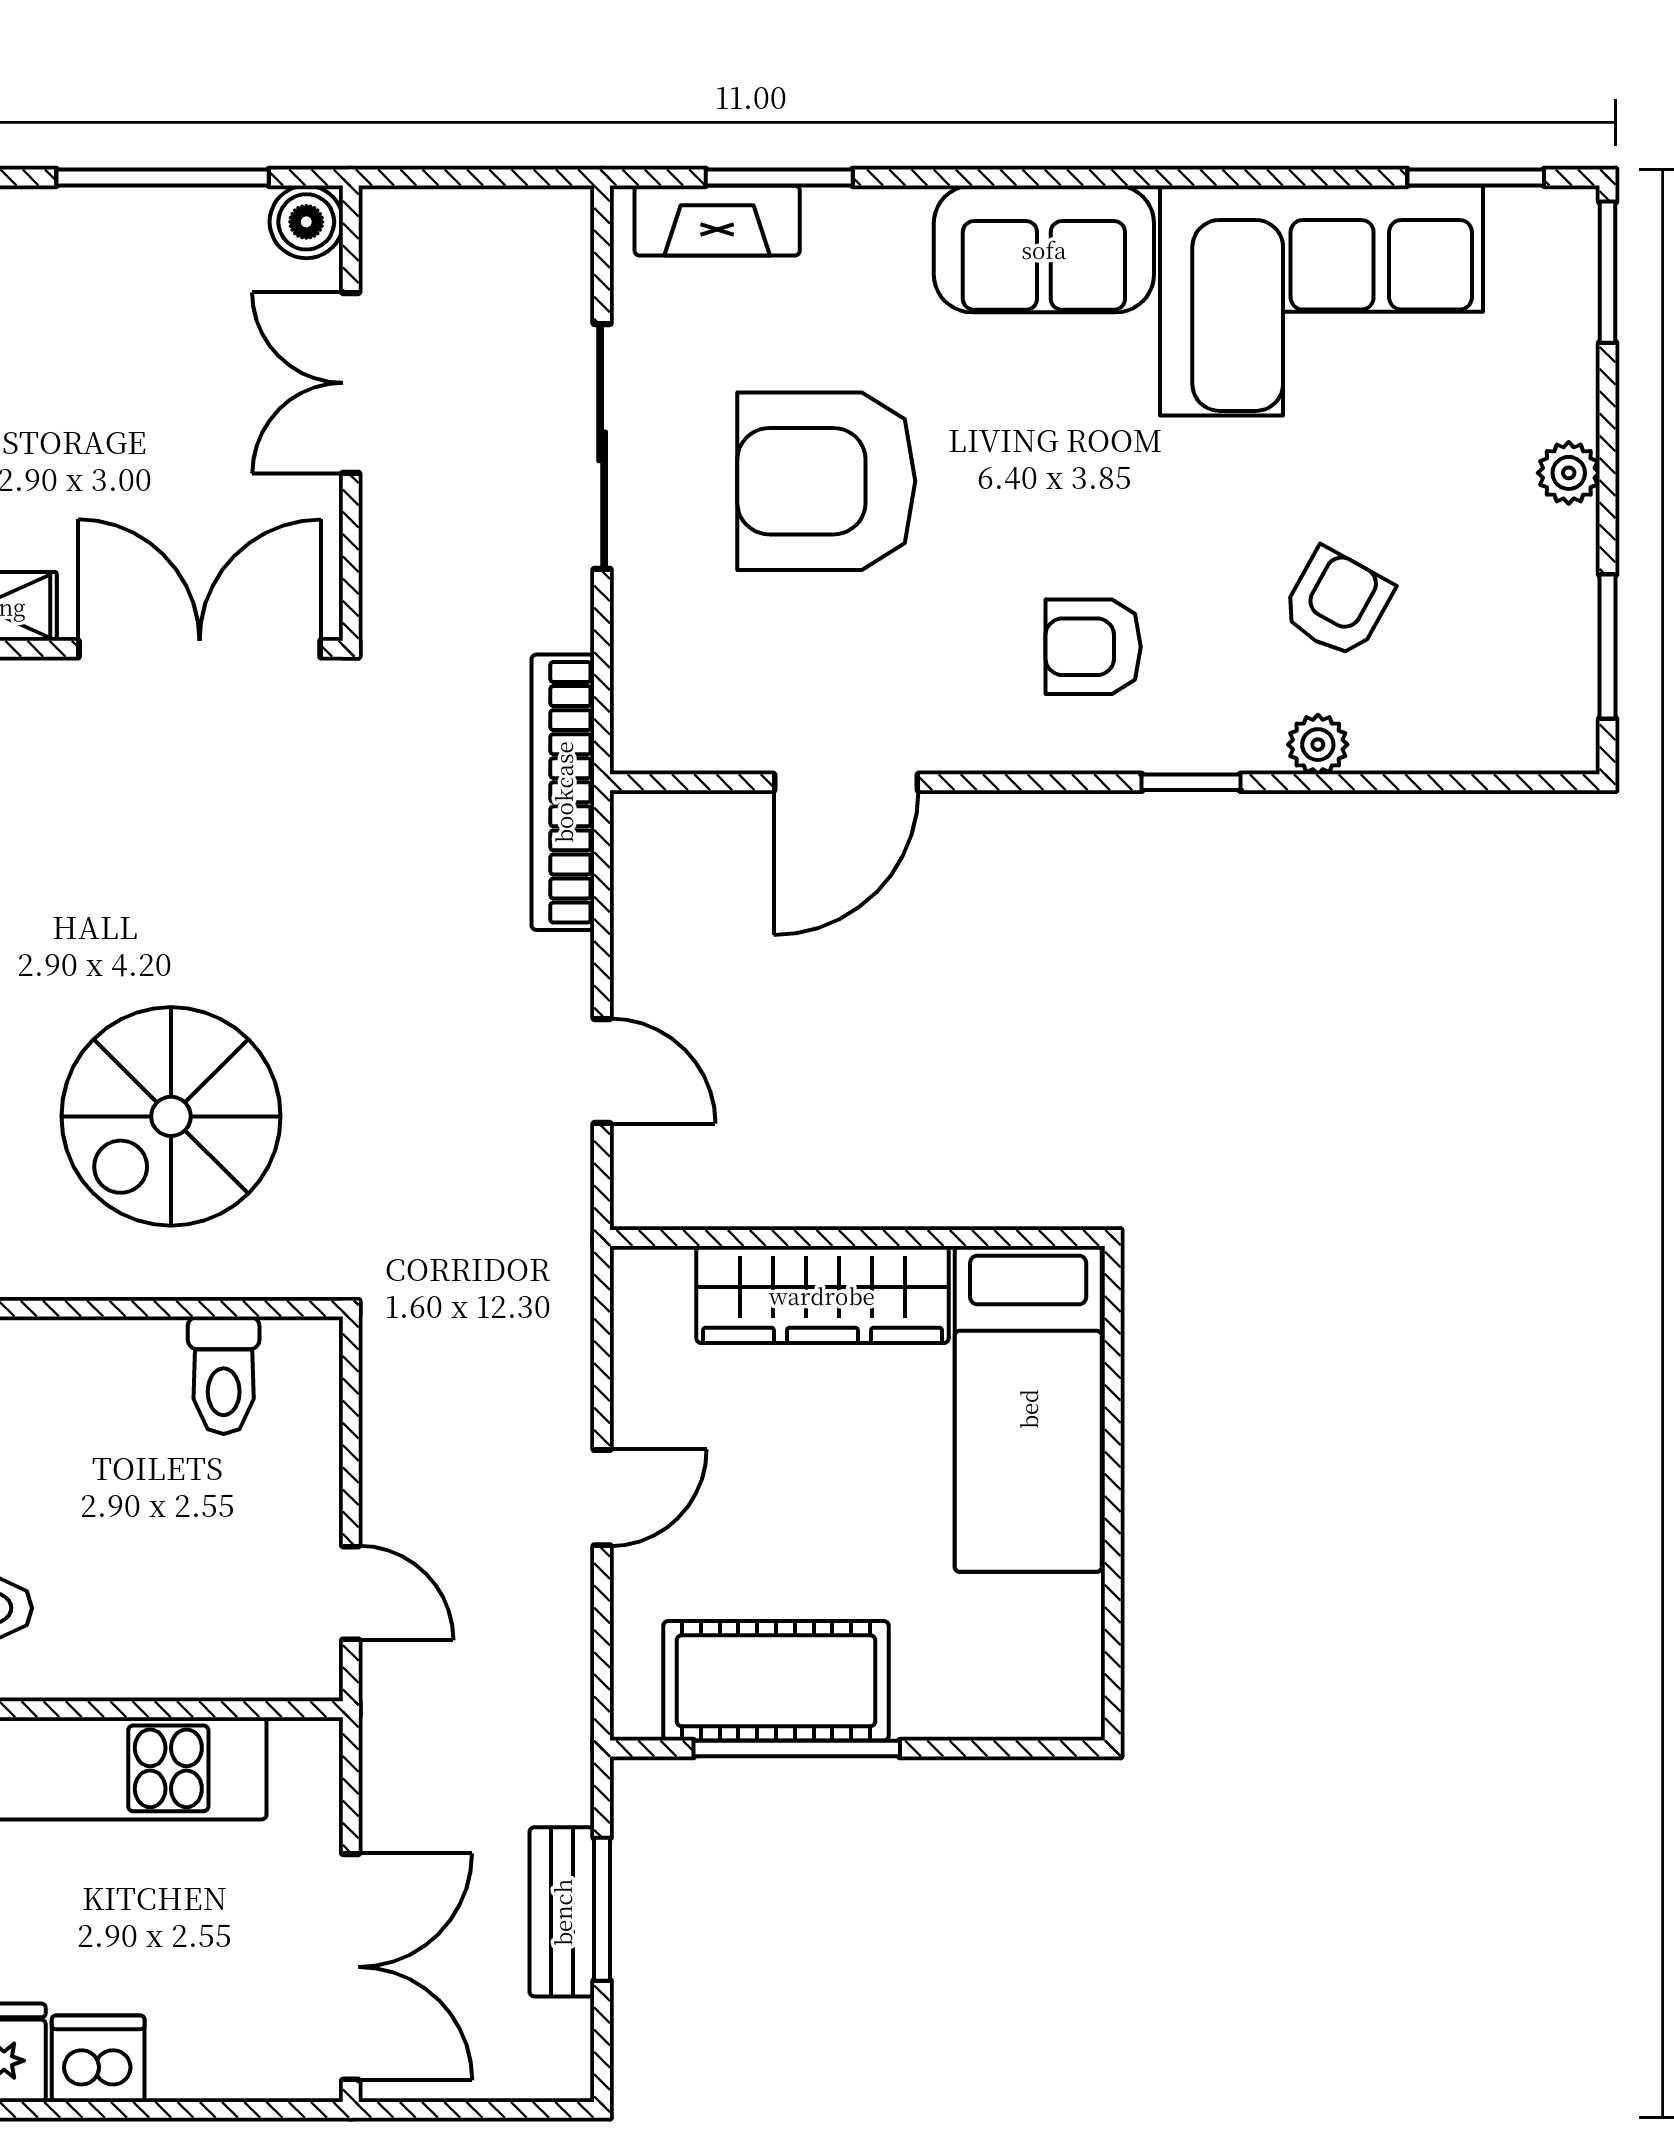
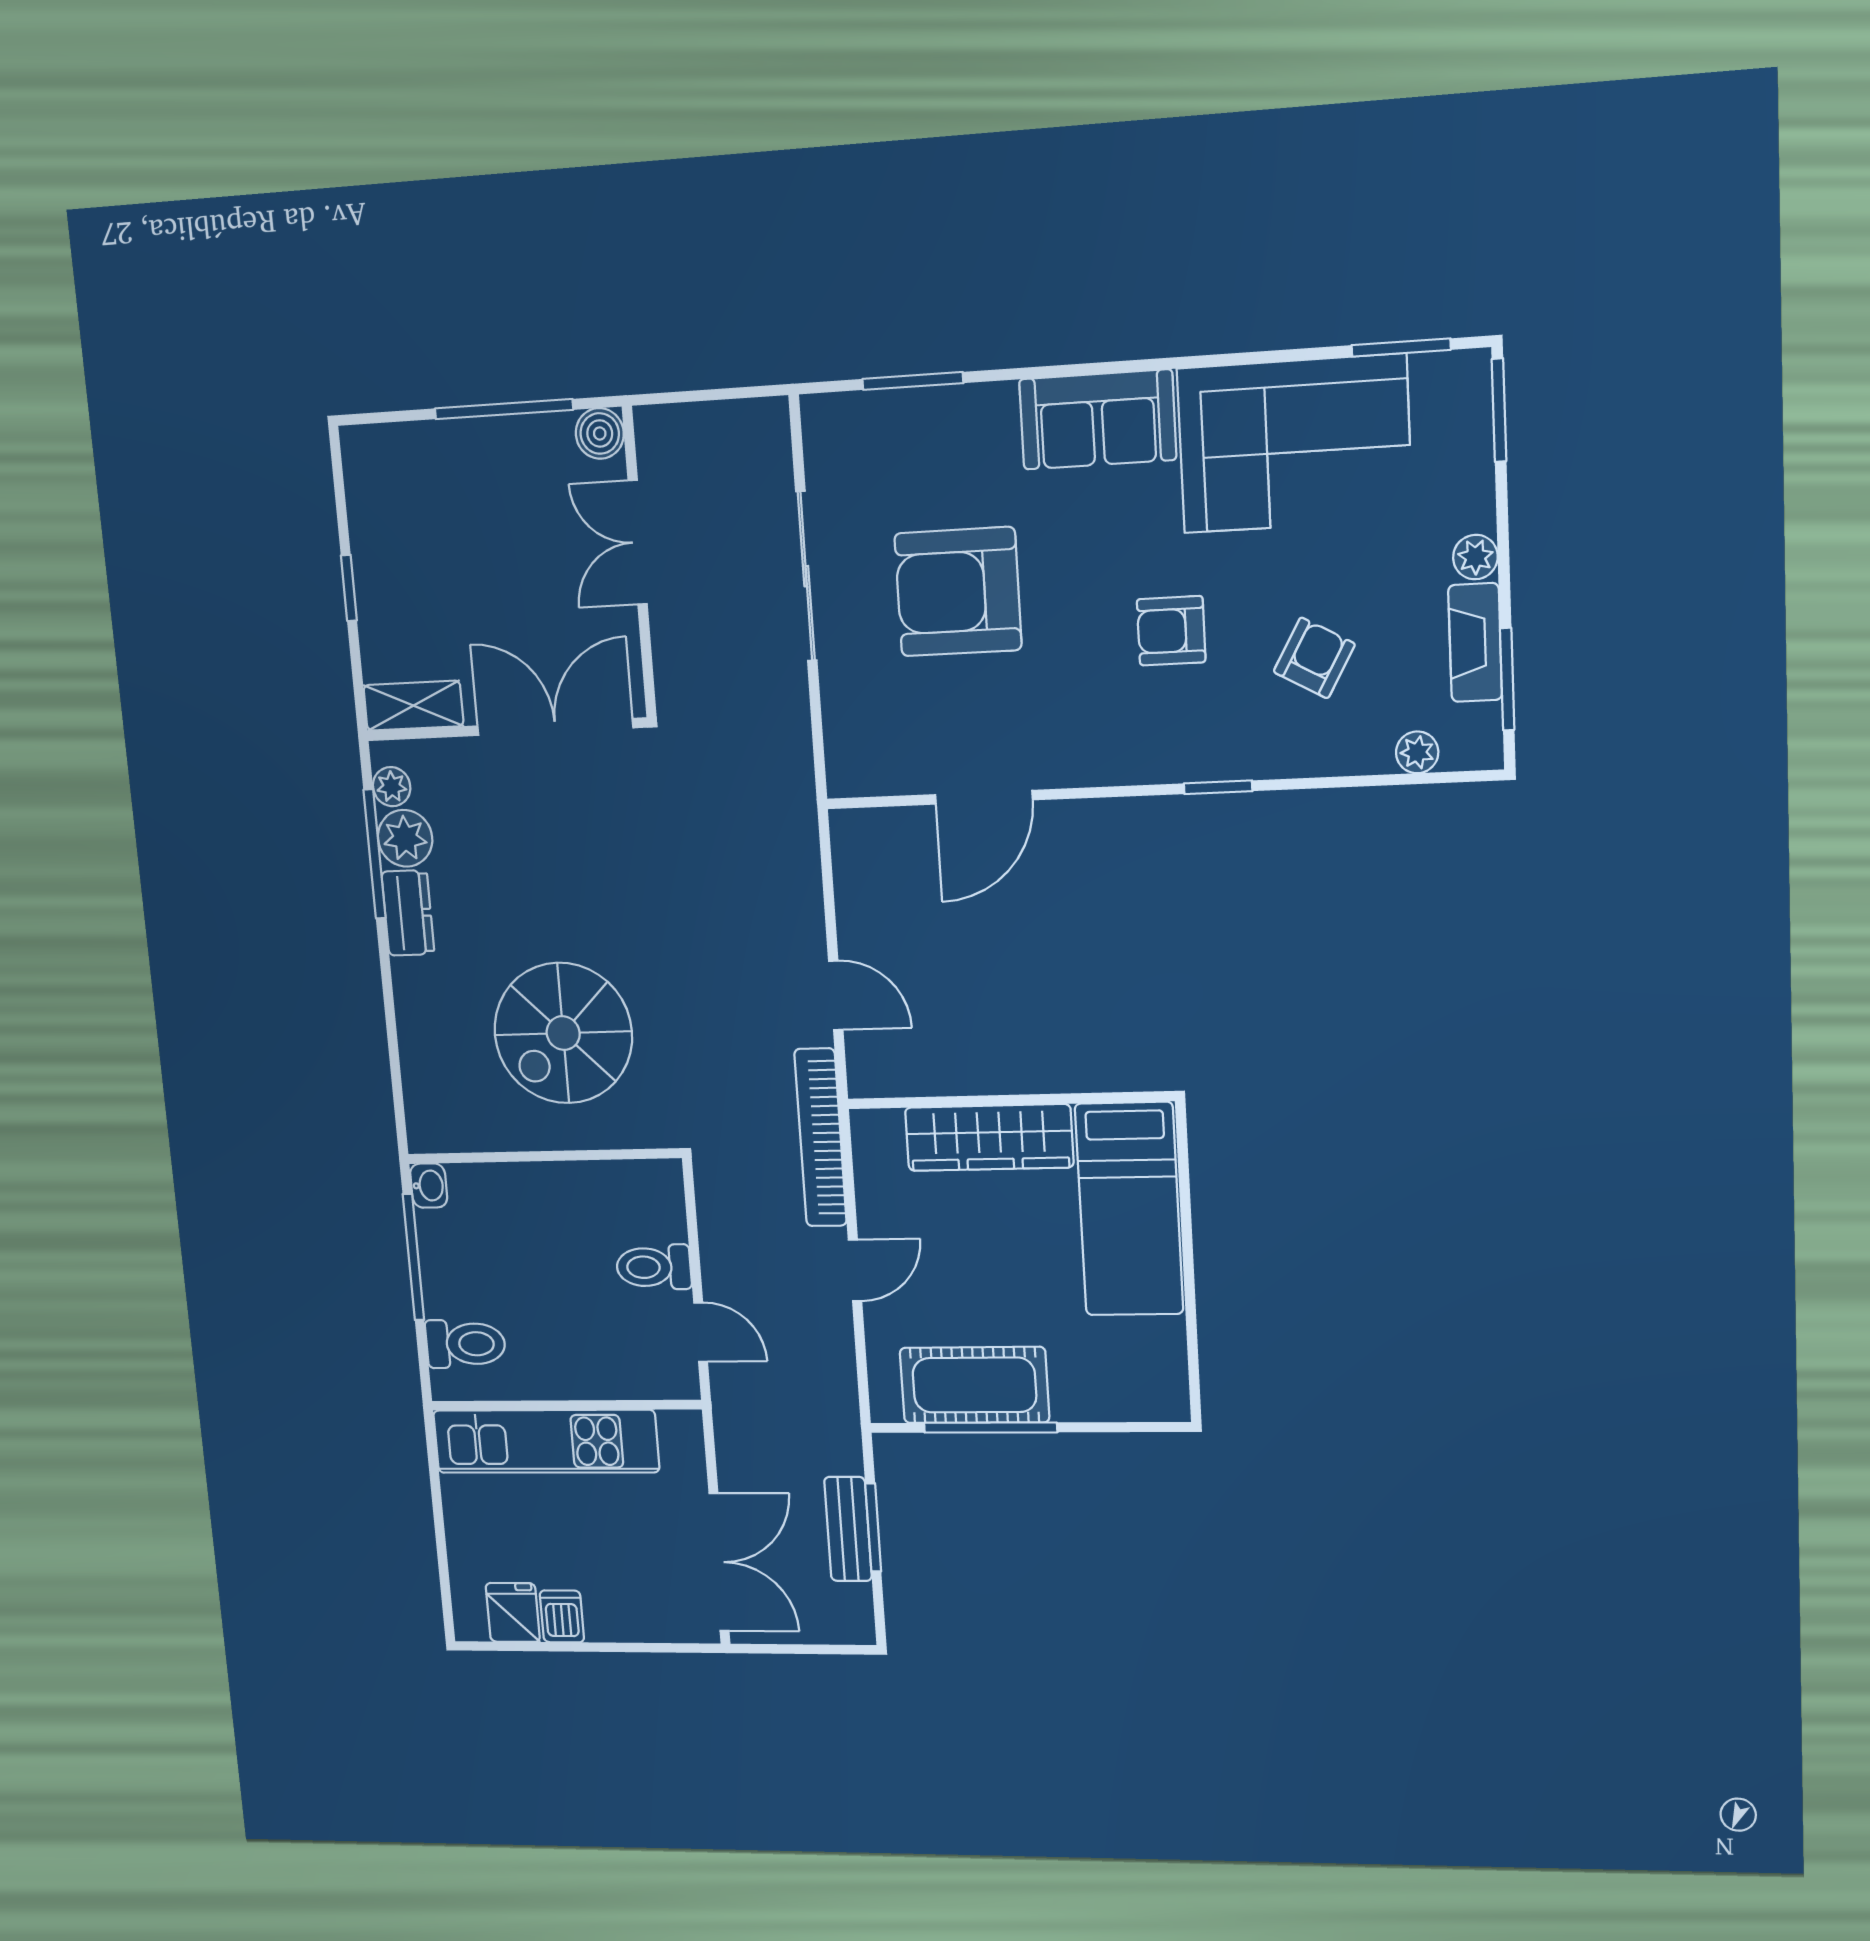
fireplace: (717, 221) -> (1475, 643), moved, turned 90
armchair: (1093, 647) -> (1171, 631), moved
plant: (1318, 745) -> (1417, 752), moved
bookcase: (563, 792) -> (821, 1138), moved
toilet: (224, 1375) -> (654, 1267), moved, turned 90
dishwasher: (98, 2059) -> (562, 1616), width x0.73

